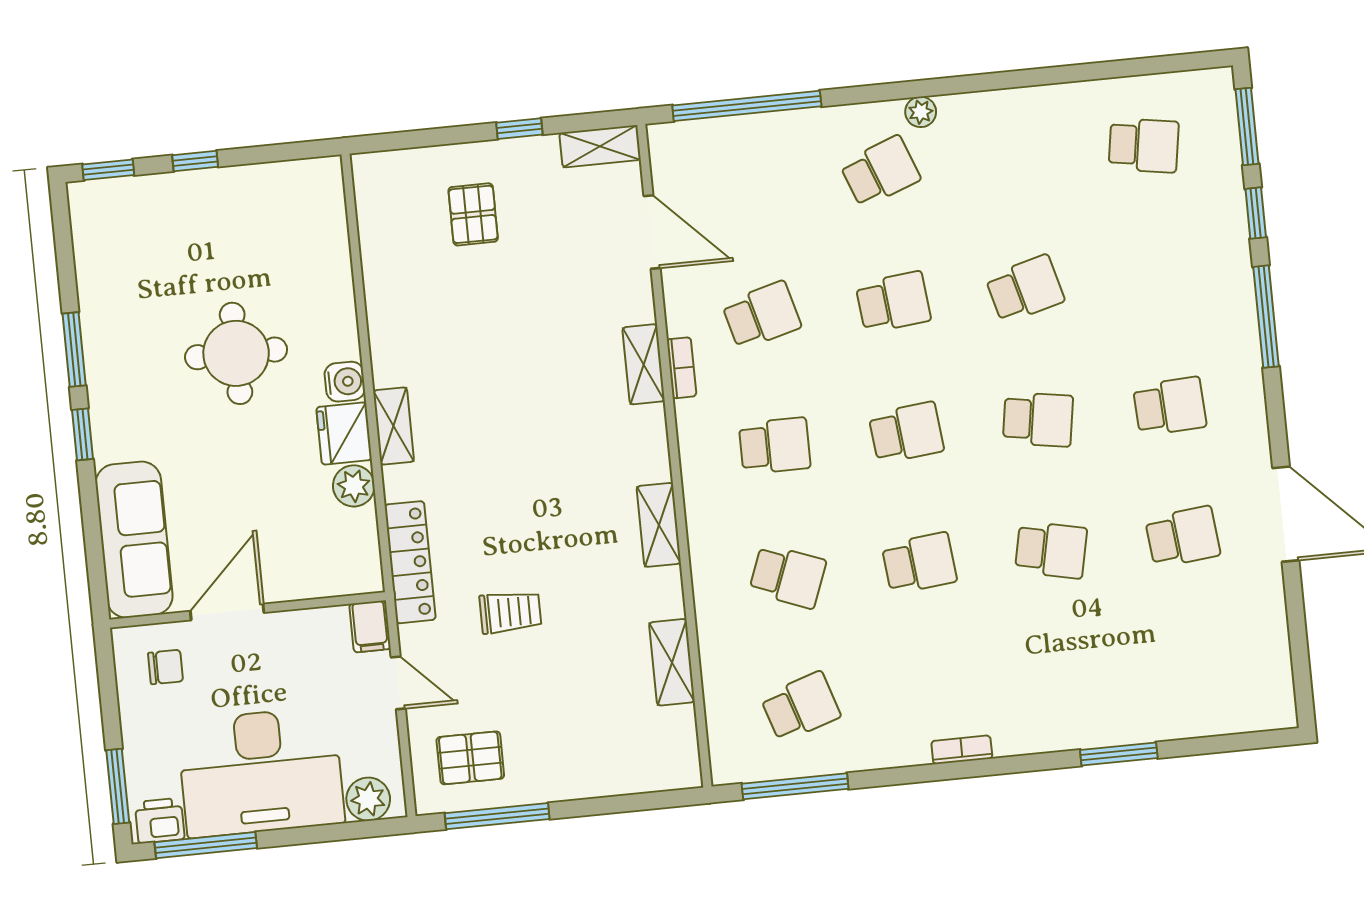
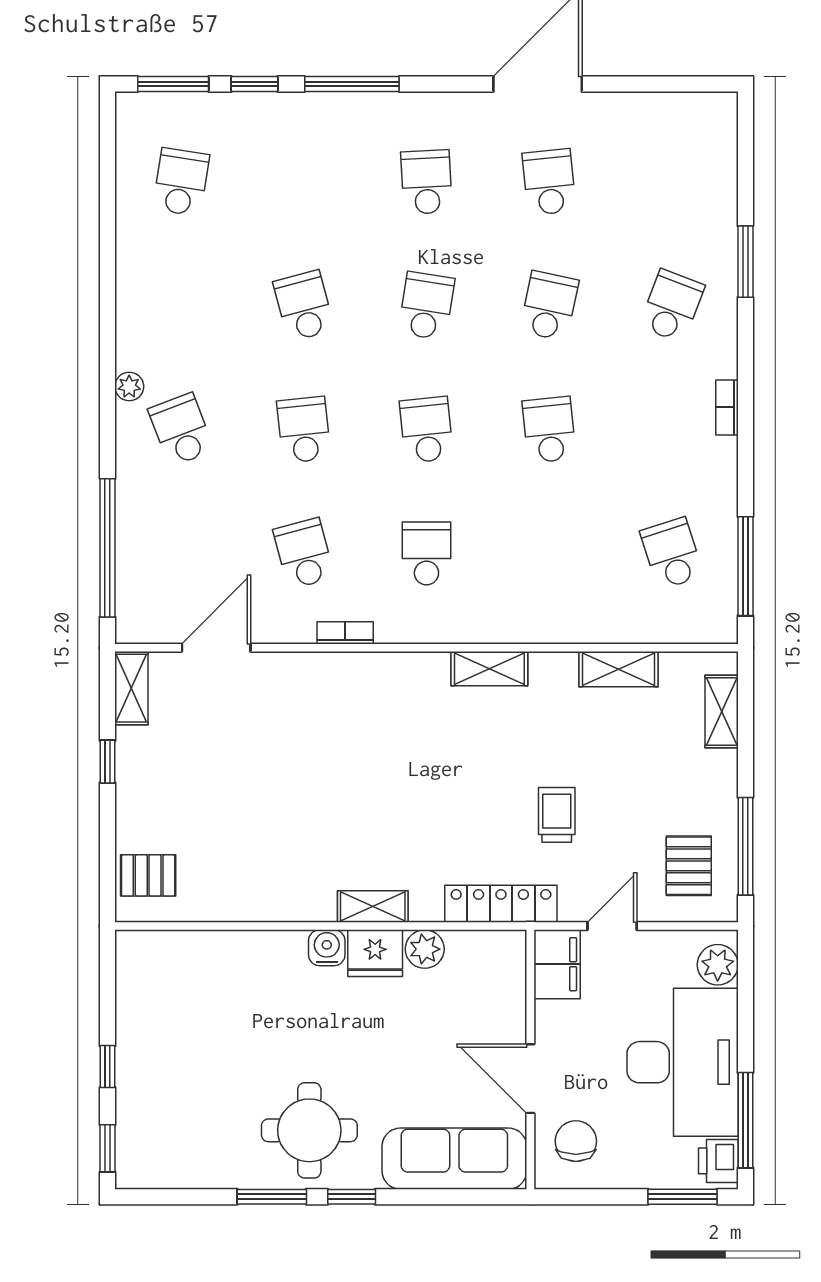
pallet: (473, 214) -> (148, 875), moved
round table: (236, 353) -> (309, 1130), moved
shelving: (644, 364) -> (722, 712), moved, turned 90
school desk: (788, 576) -> (672, 306), moved
filing cabinet: (370, 626) -> (557, 964), width x2.00
chair: (166, 667) -> (576, 1141), width x1.37, depth x1.37

